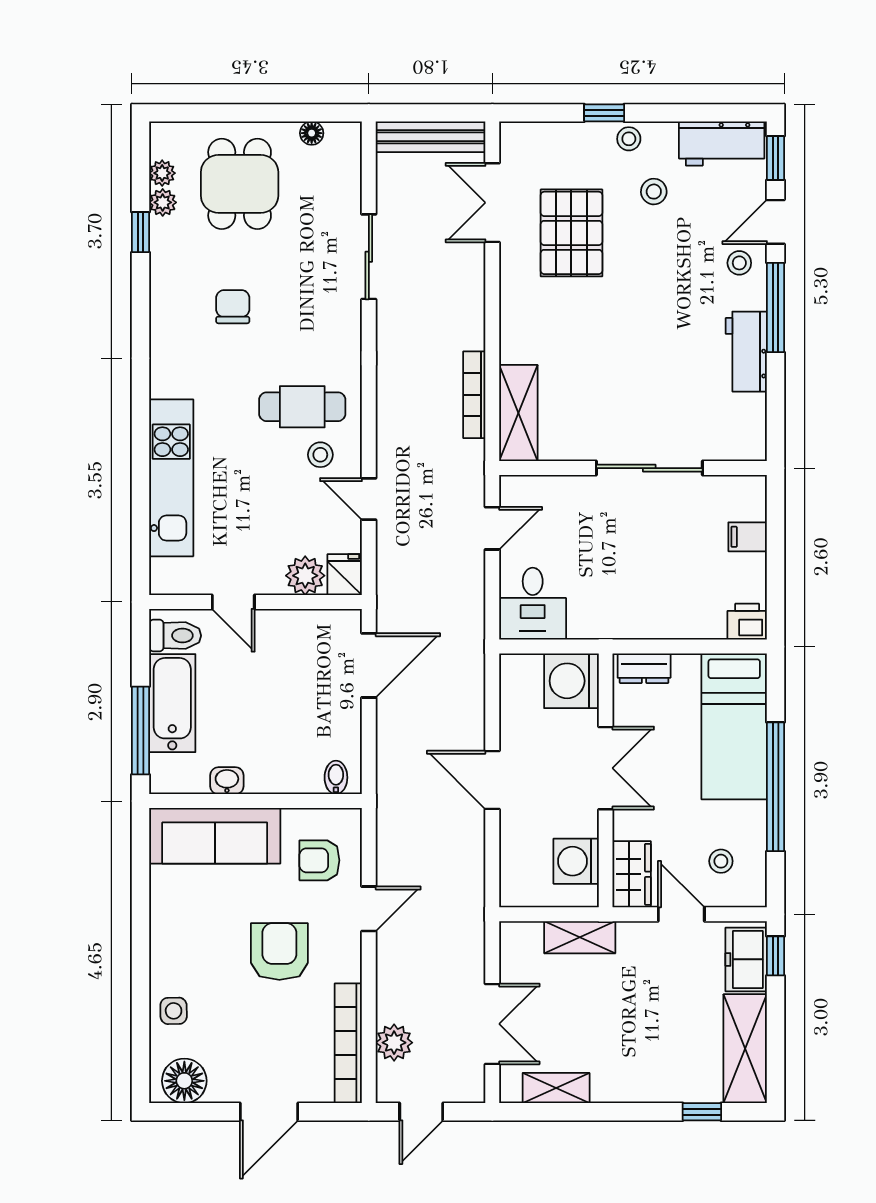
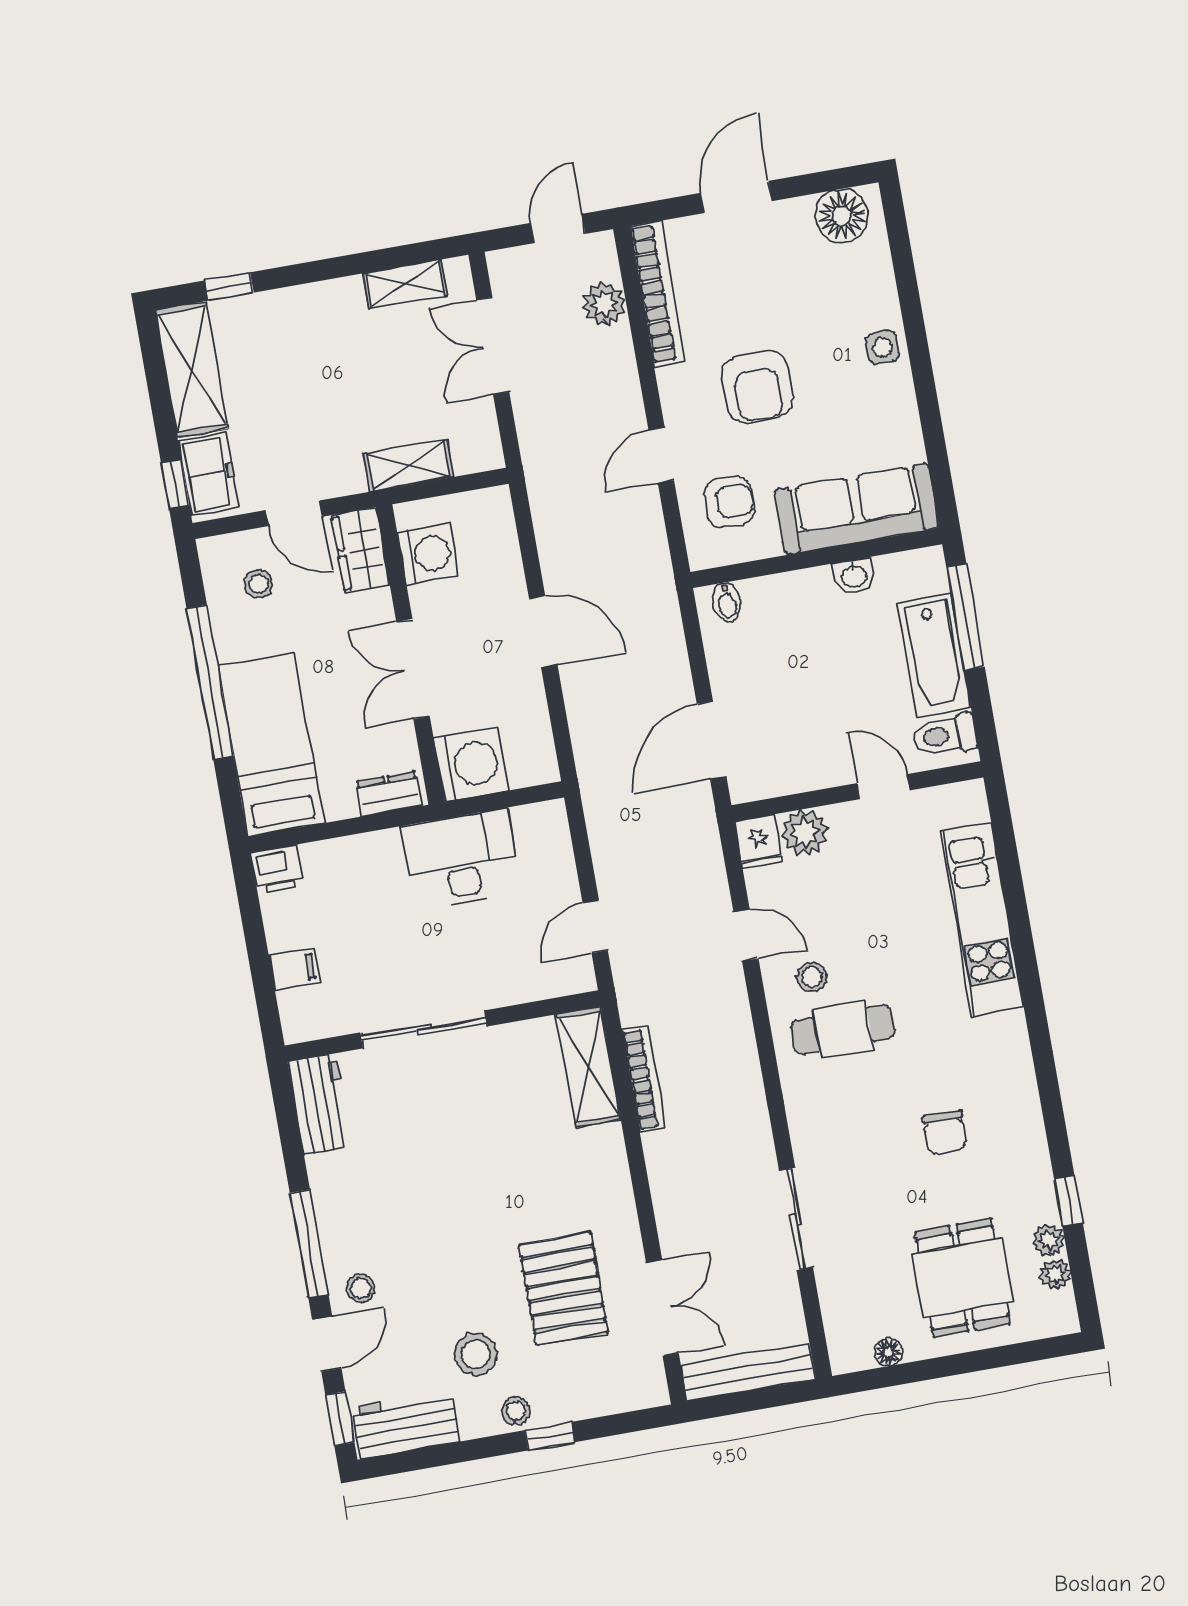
stool: (654, 192) -> (476, 1354), width x1.37, depth x1.37
workbench: (746, 352) -> (320, 1104), moved
desk: (533, 604) -> (461, 859), moved, width x1.37
side table: (174, 1011) -> (882, 347), moved

